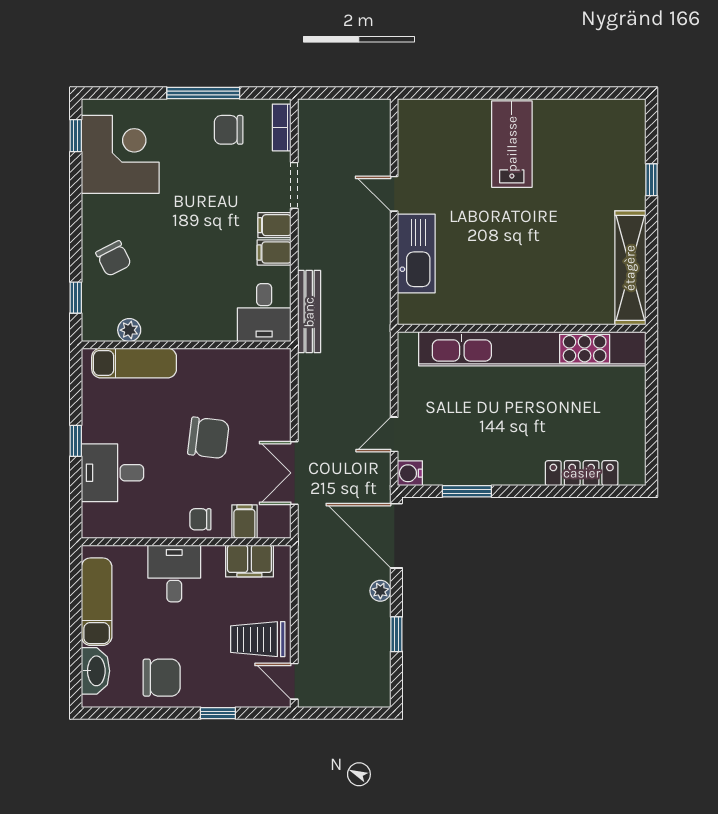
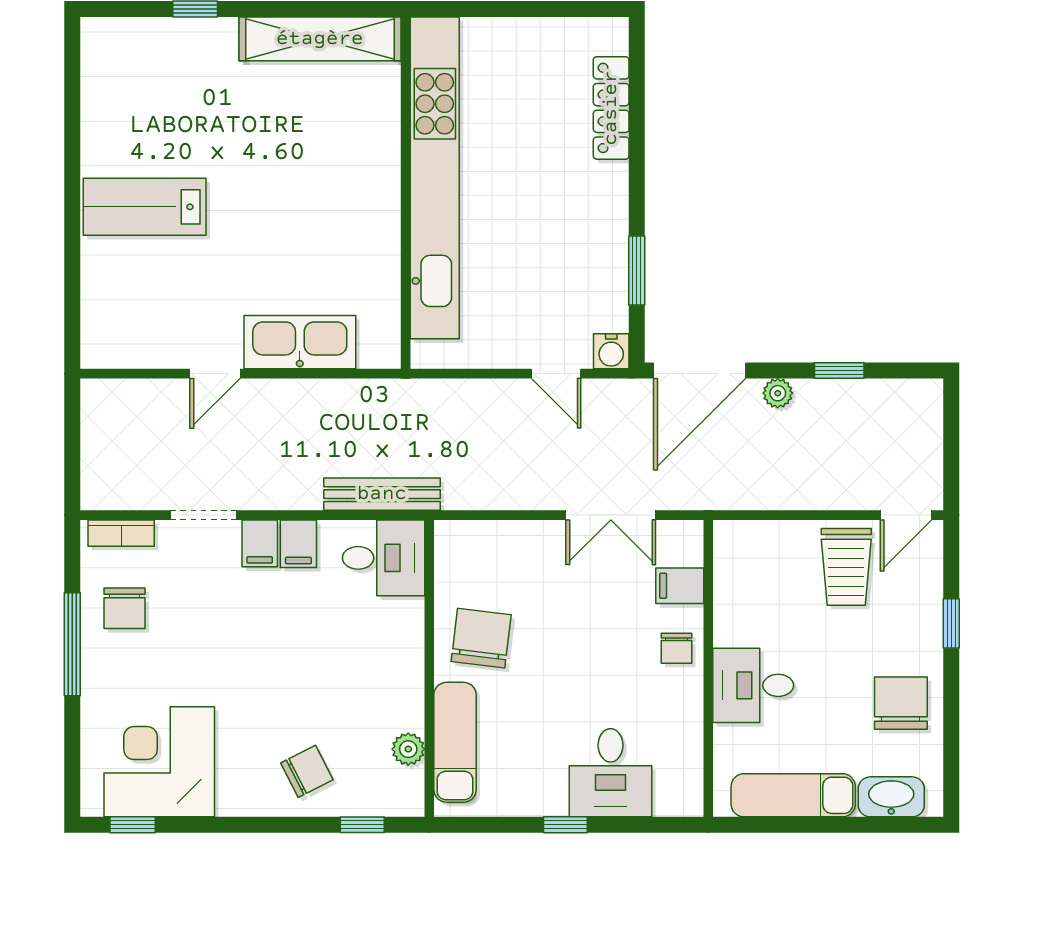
chair: (208, 438) -> (481, 638), moved
filing cabinet: (249, 561) -> (736, 579), removed

